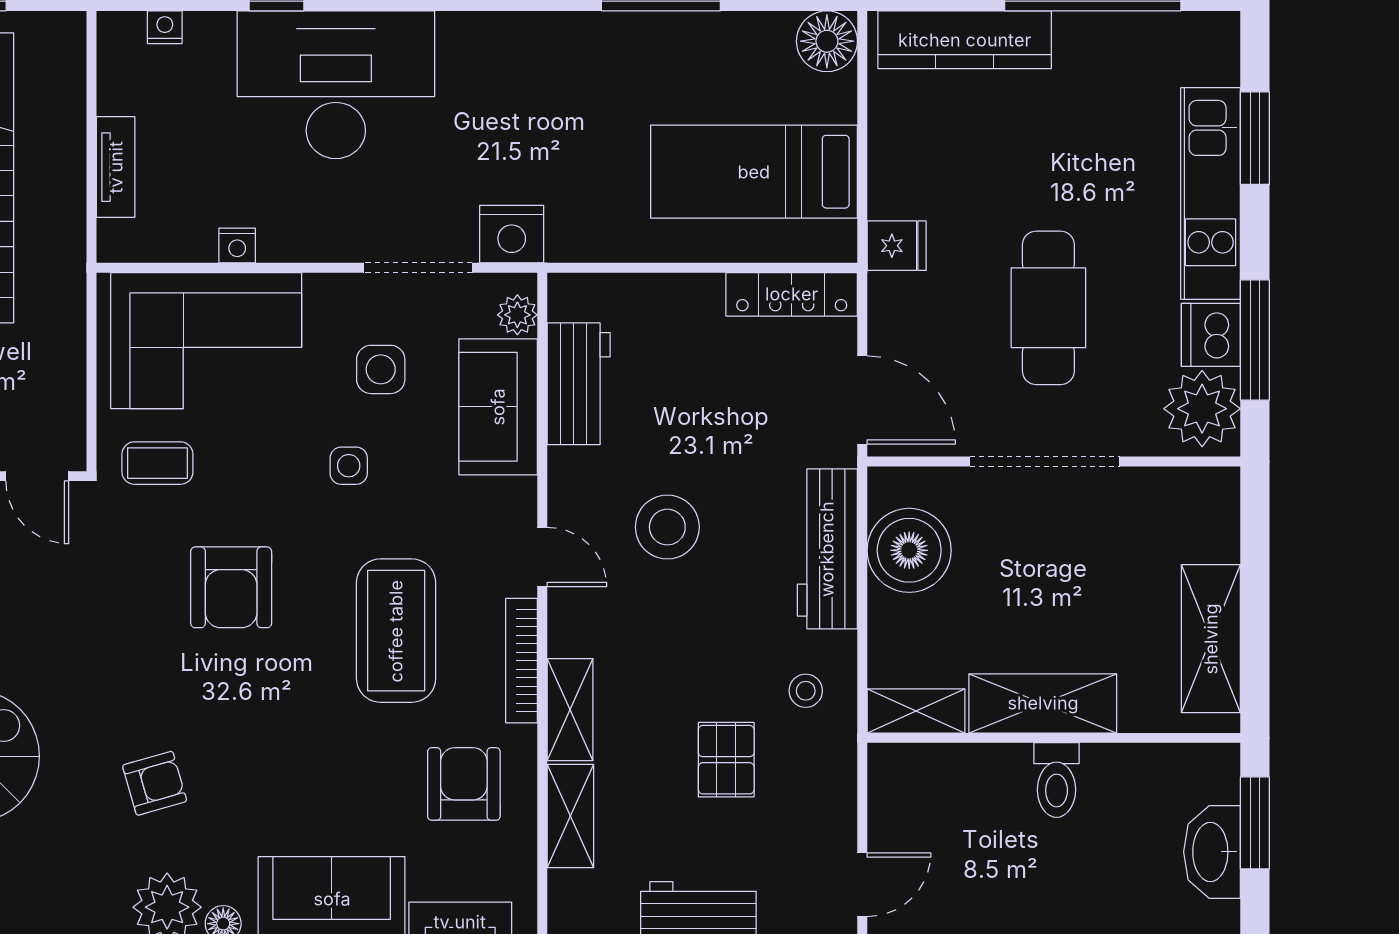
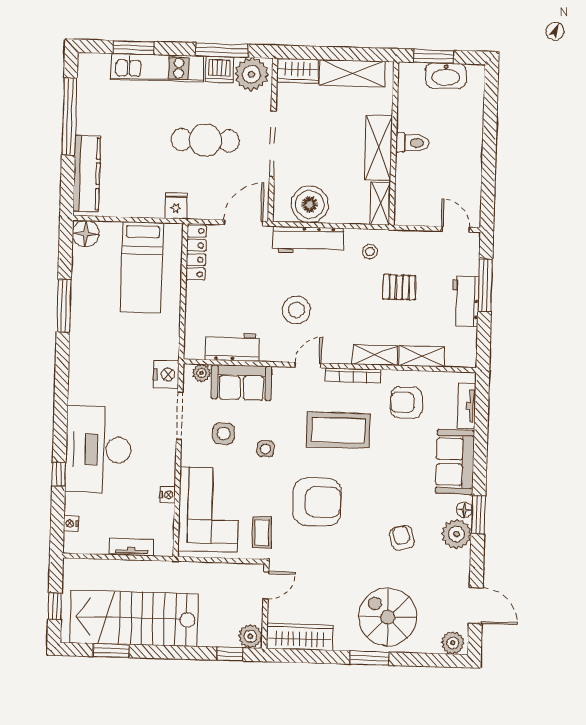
wardrobe: (1213, 514) -> (298, 71), added
armchair: (231, 587) -> (317, 502), width x1.36, depth x1.36

